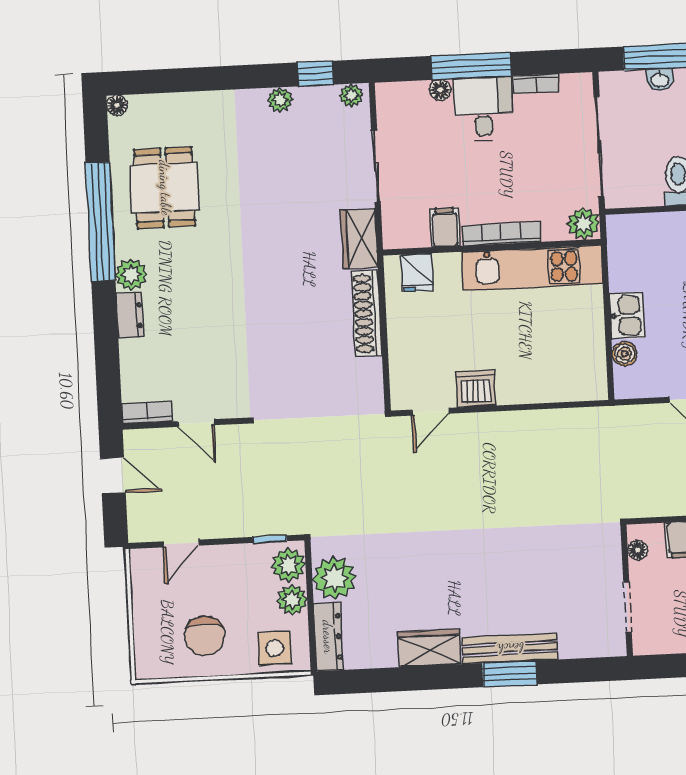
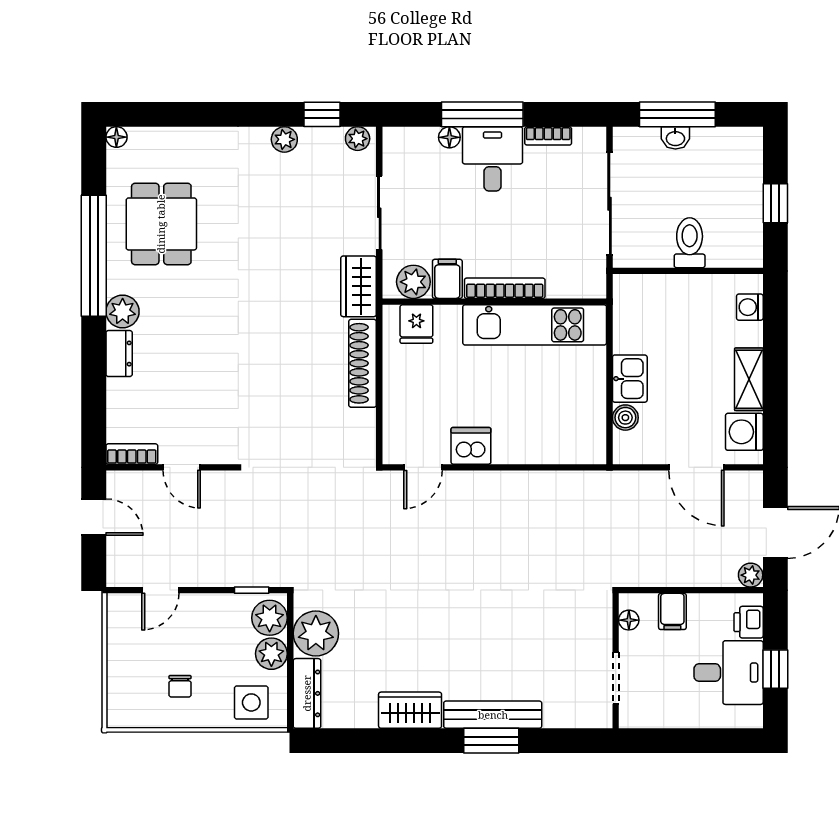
plant: (583, 224) -> (413, 282), moved
chair: (205, 636) -> (180, 686), width x0.54, depth x0.54

